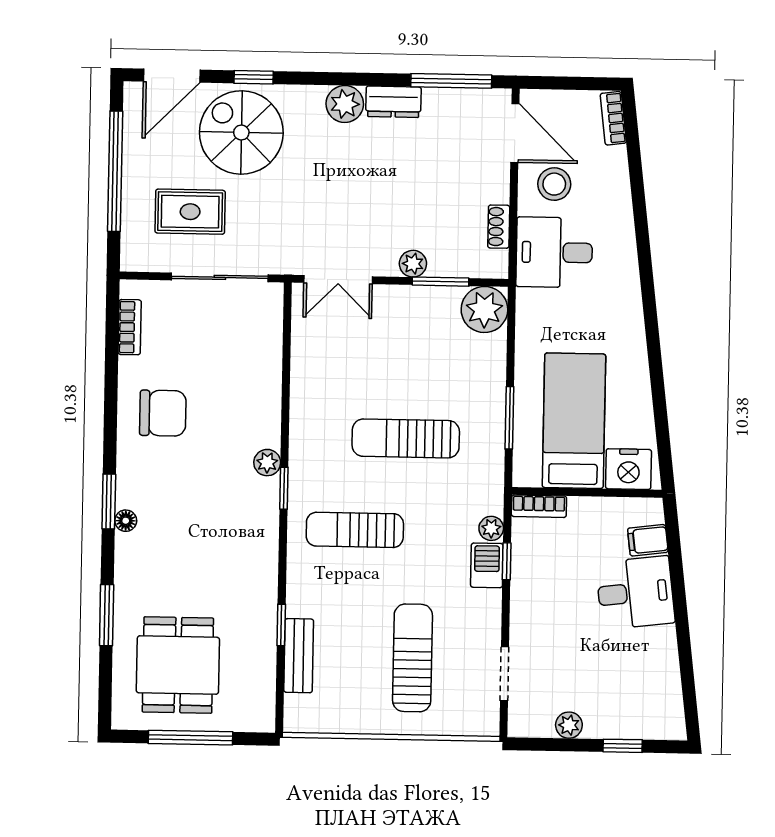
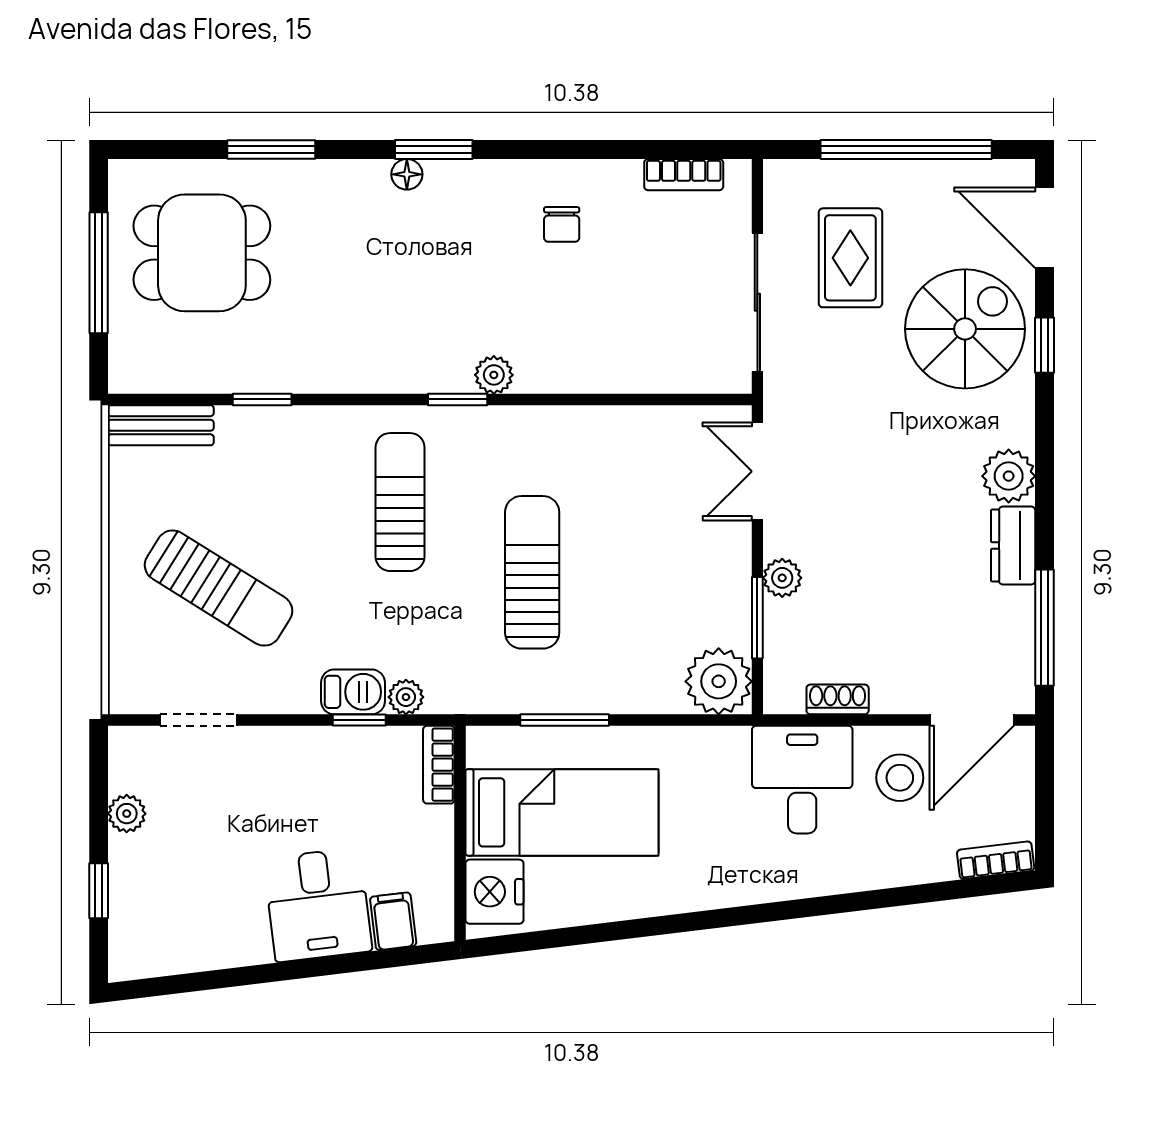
chair: (163, 413) -> (562, 224), width x0.54, depth x0.54
bench: (299, 656) -> (161, 425), moved
sun lounger: (412, 658) -> (219, 588), turned 32

